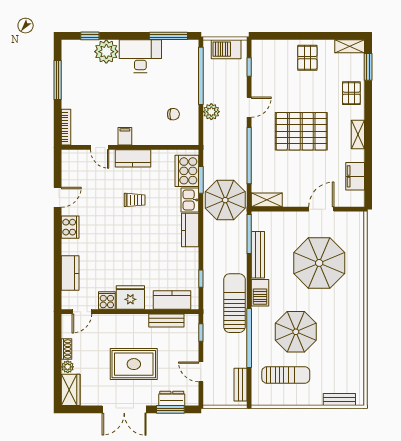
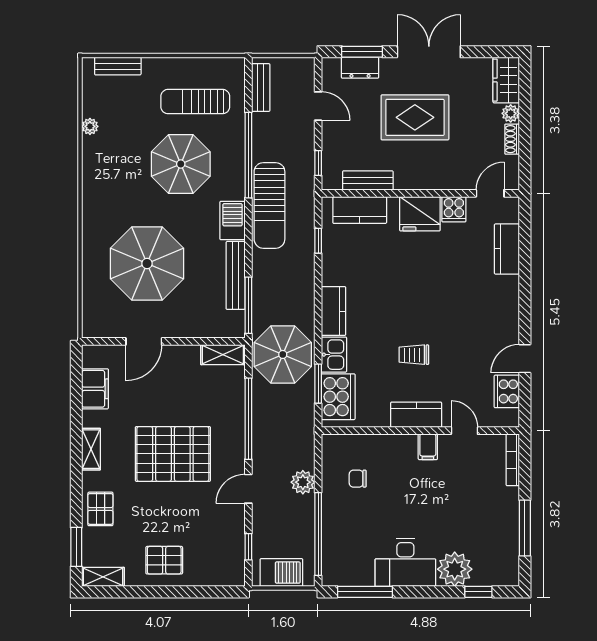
pallet: (307, 58) -> (164, 560), turned 90
cooker: (70, 227) -> (507, 391), moved
plant: (359, 358) -> (90, 126), added

